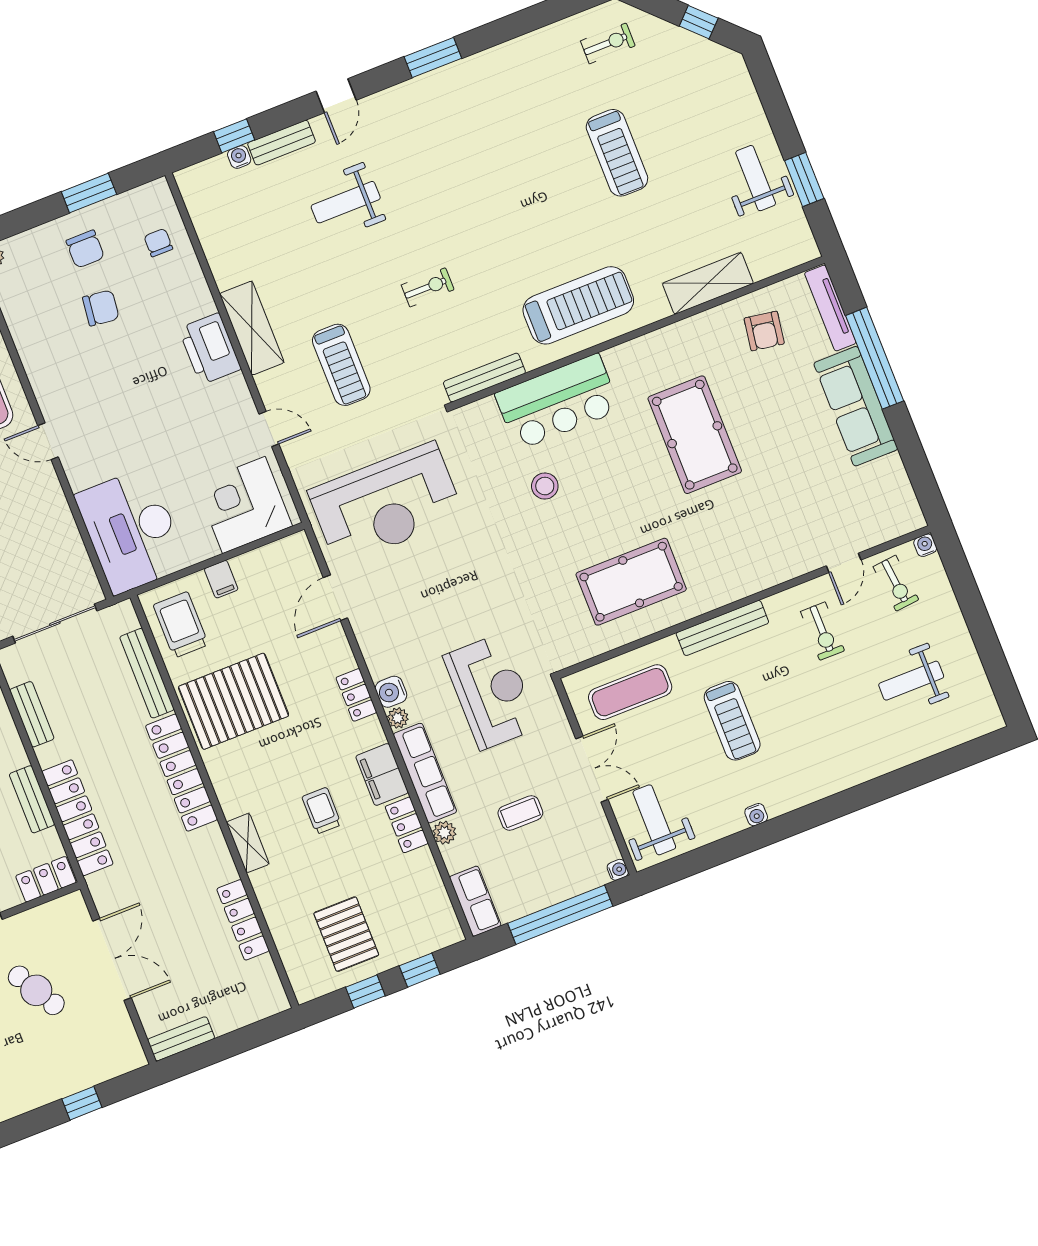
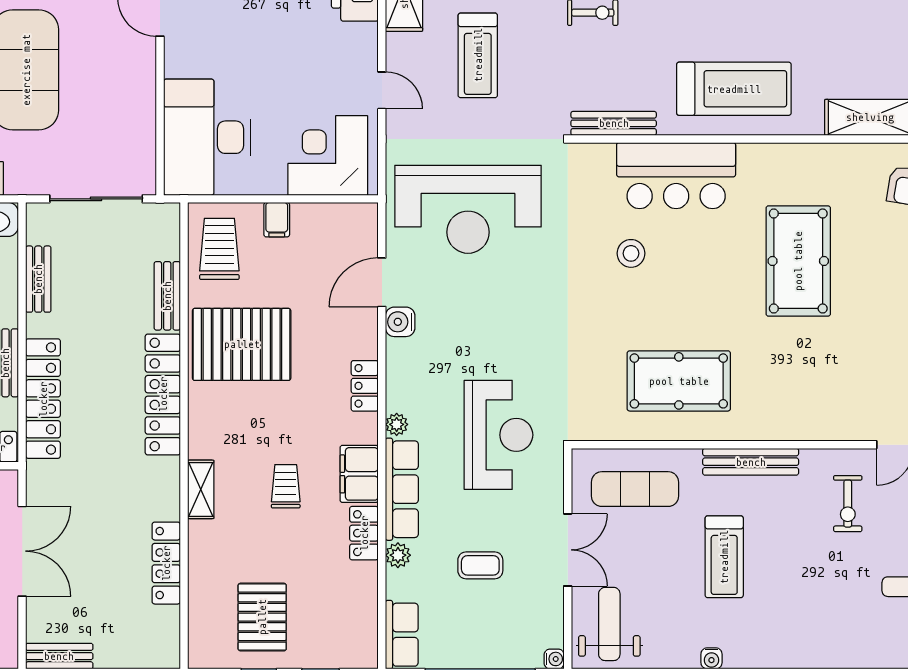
bench: (147, 673) -> (167, 296), width x0.73
water cooler: (391, 692) -> (400, 322), moved

